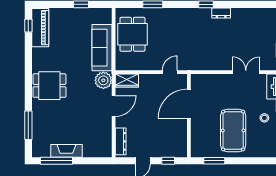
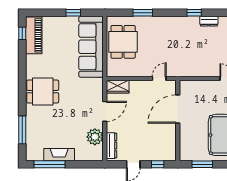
sofa: (102, 48) -> (91, 47), width x1.36, depth x1.27
plant: (103, 80) -> (95, 137), moved

